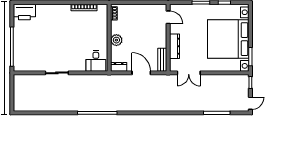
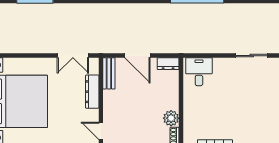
plant: (116, 40) -> (171, 118), moved
double door: (189, 73) -> (73, 56), swing flipped

